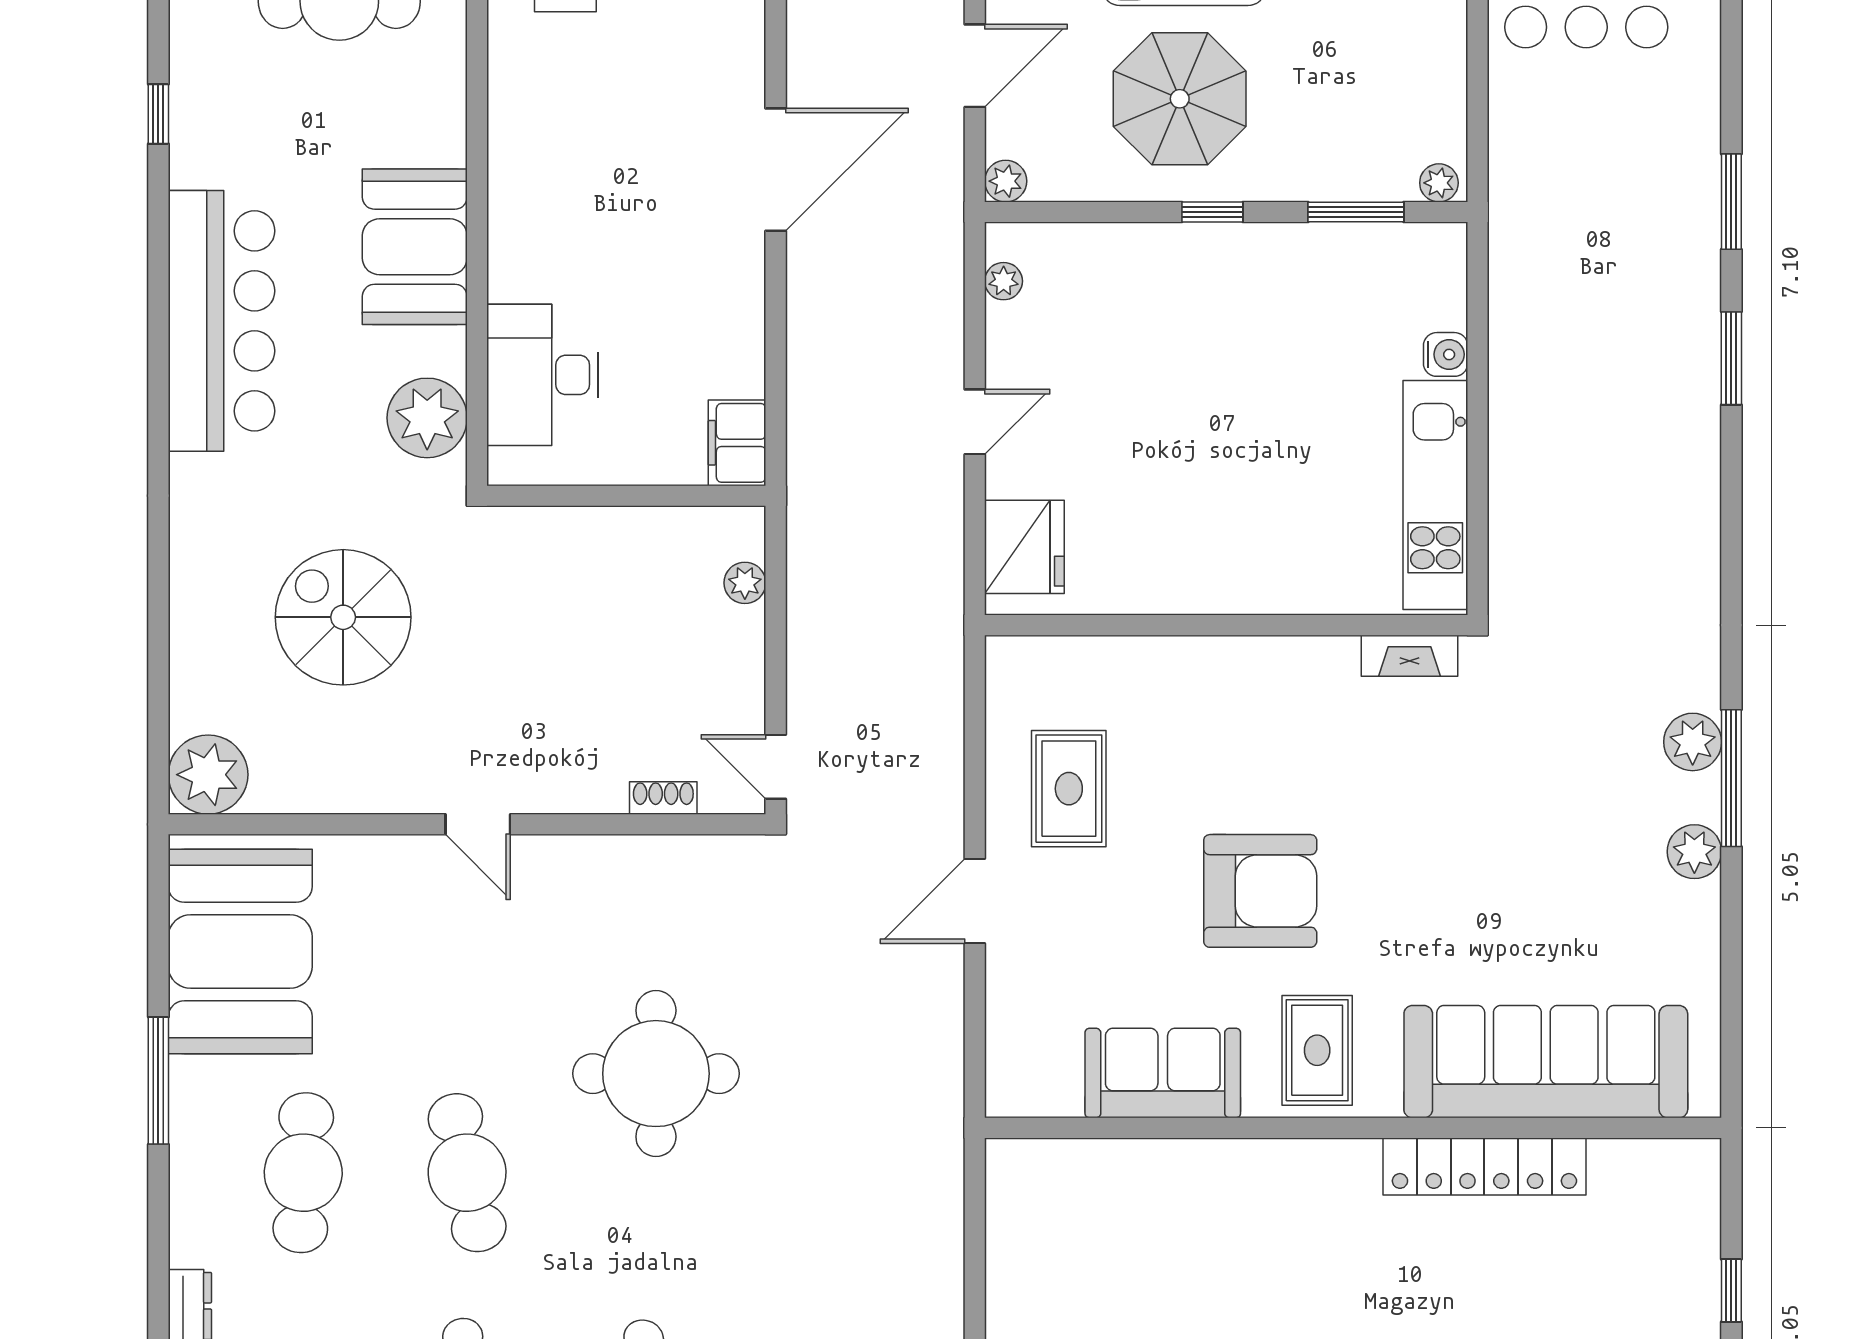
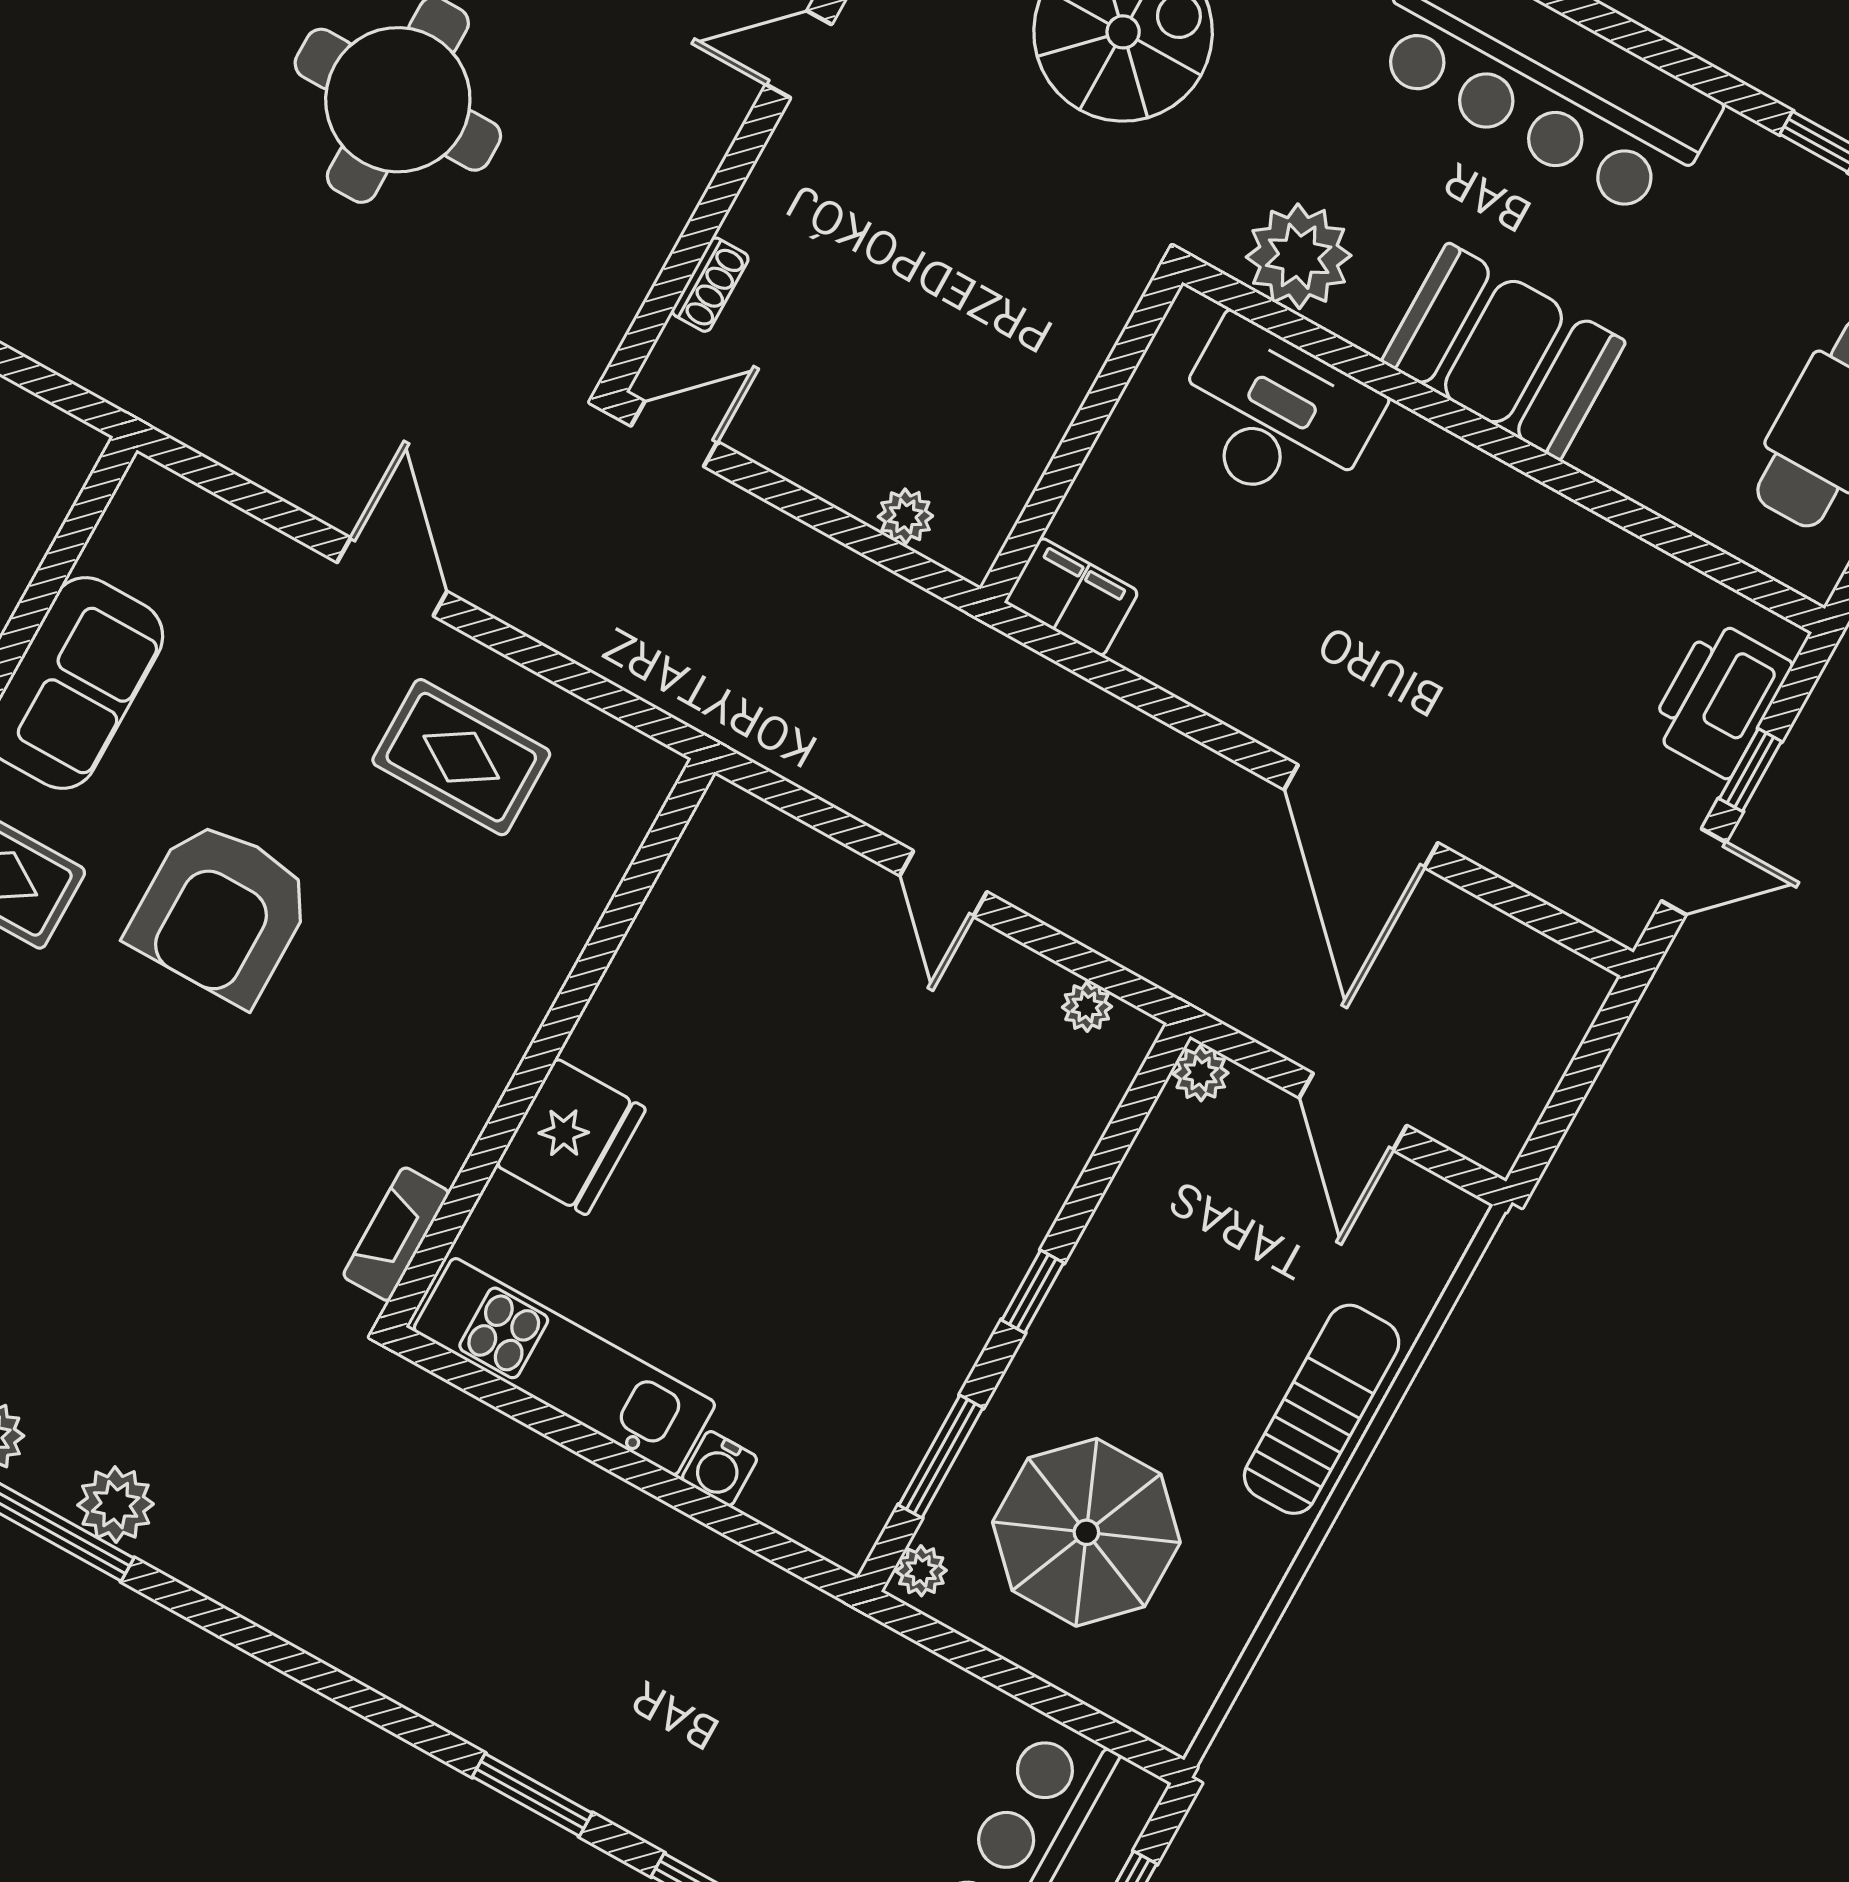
parasol: (1180, 99) -> (1086, 1532), moved
fridge: (1024, 547) -> (571, 1137), moved, turned -90

